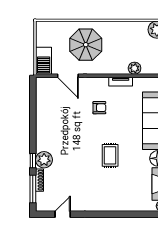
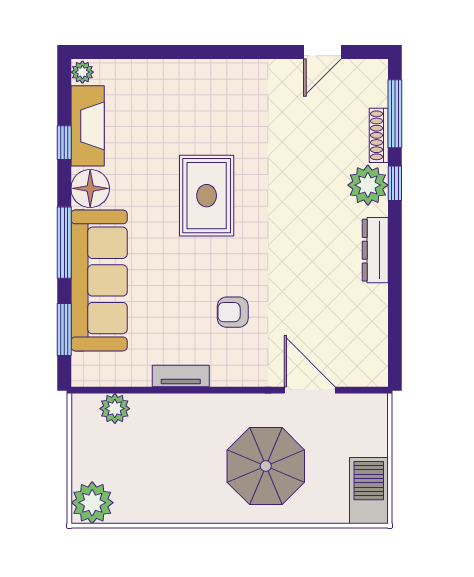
barbecue: (44, 61) -> (369, 491), moved
plant: (135, 68) -> (115, 409), moved
dresser: (41, 133) -> (375, 250), added
rug: (110, 155) -> (207, 196), width x1.36, depth x1.43

